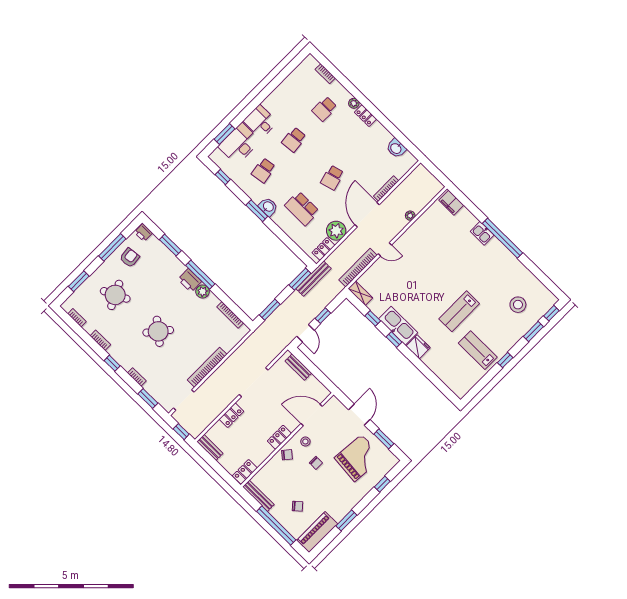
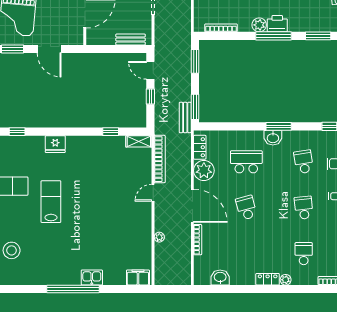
bench: (313, 279) -> (185, 117), width x0.73
kitchen sink: (398, 326) -> (86, 145), removed
window: (394, 340) -> (17, 132), moved

